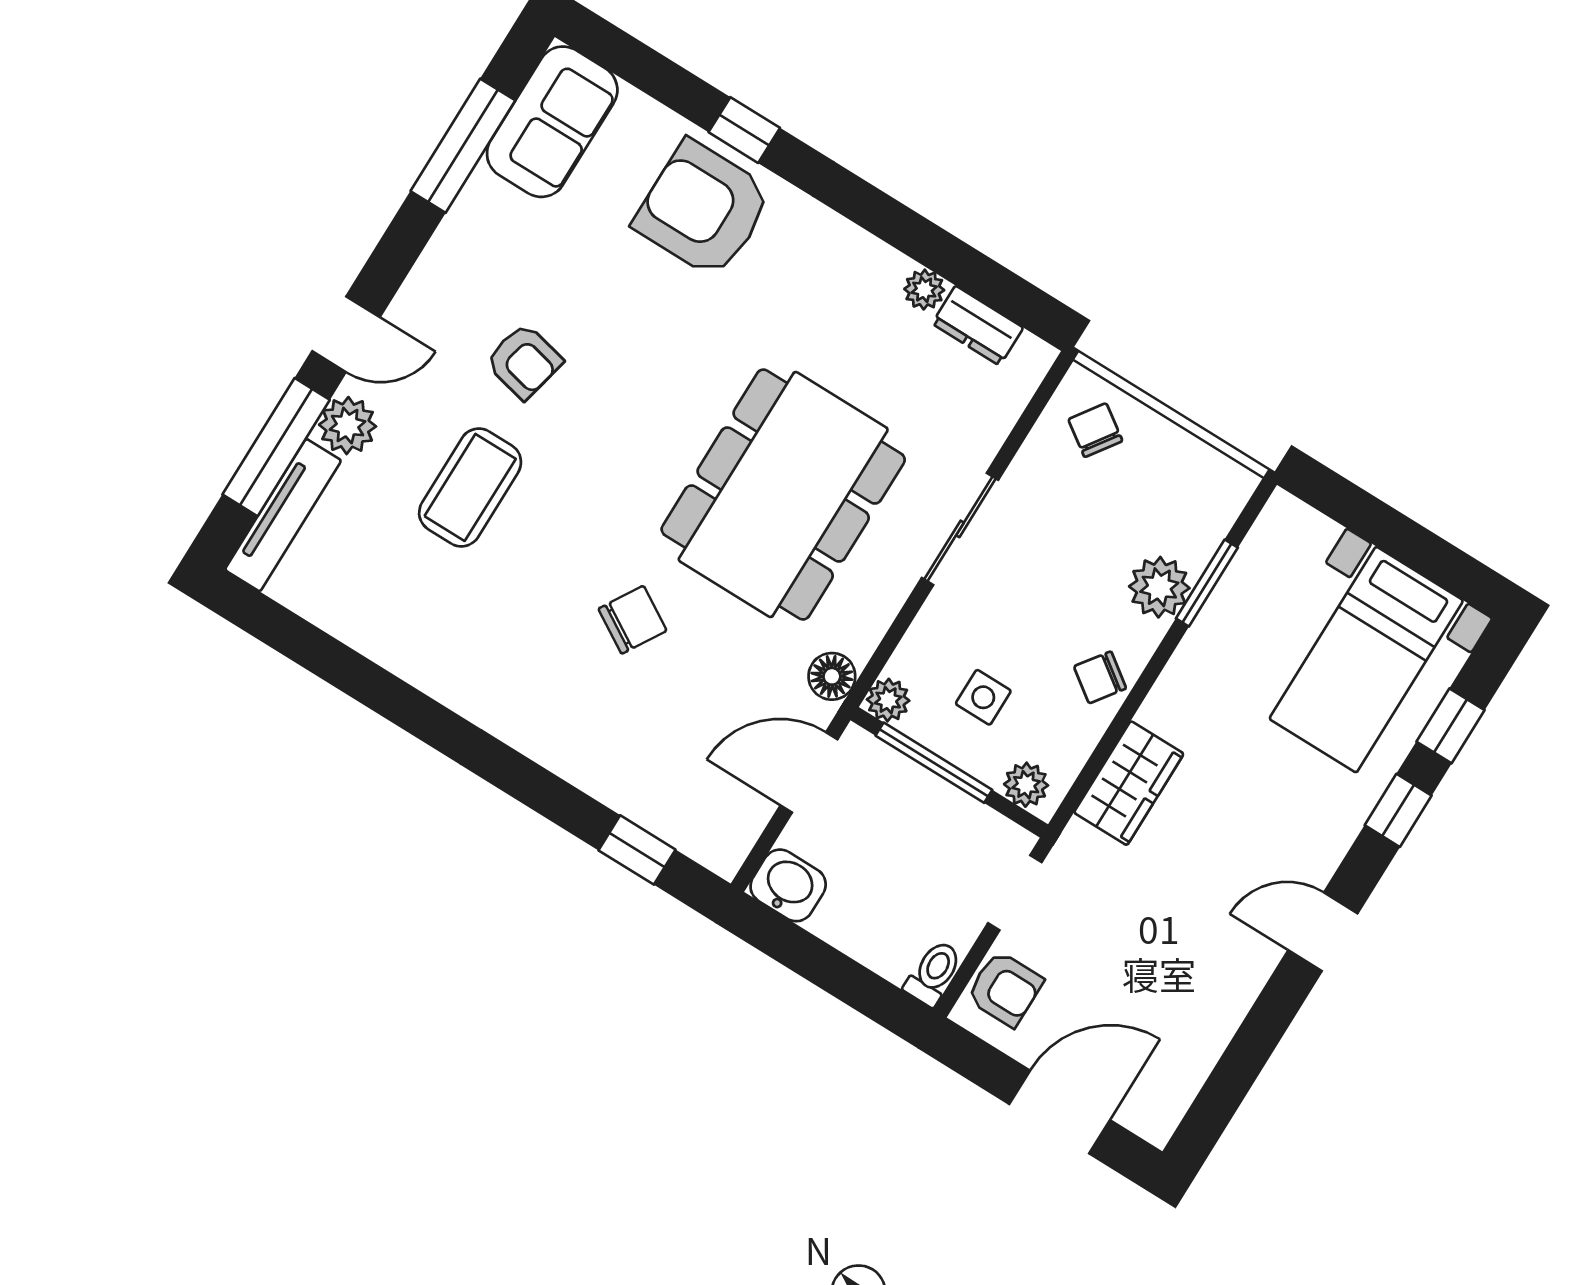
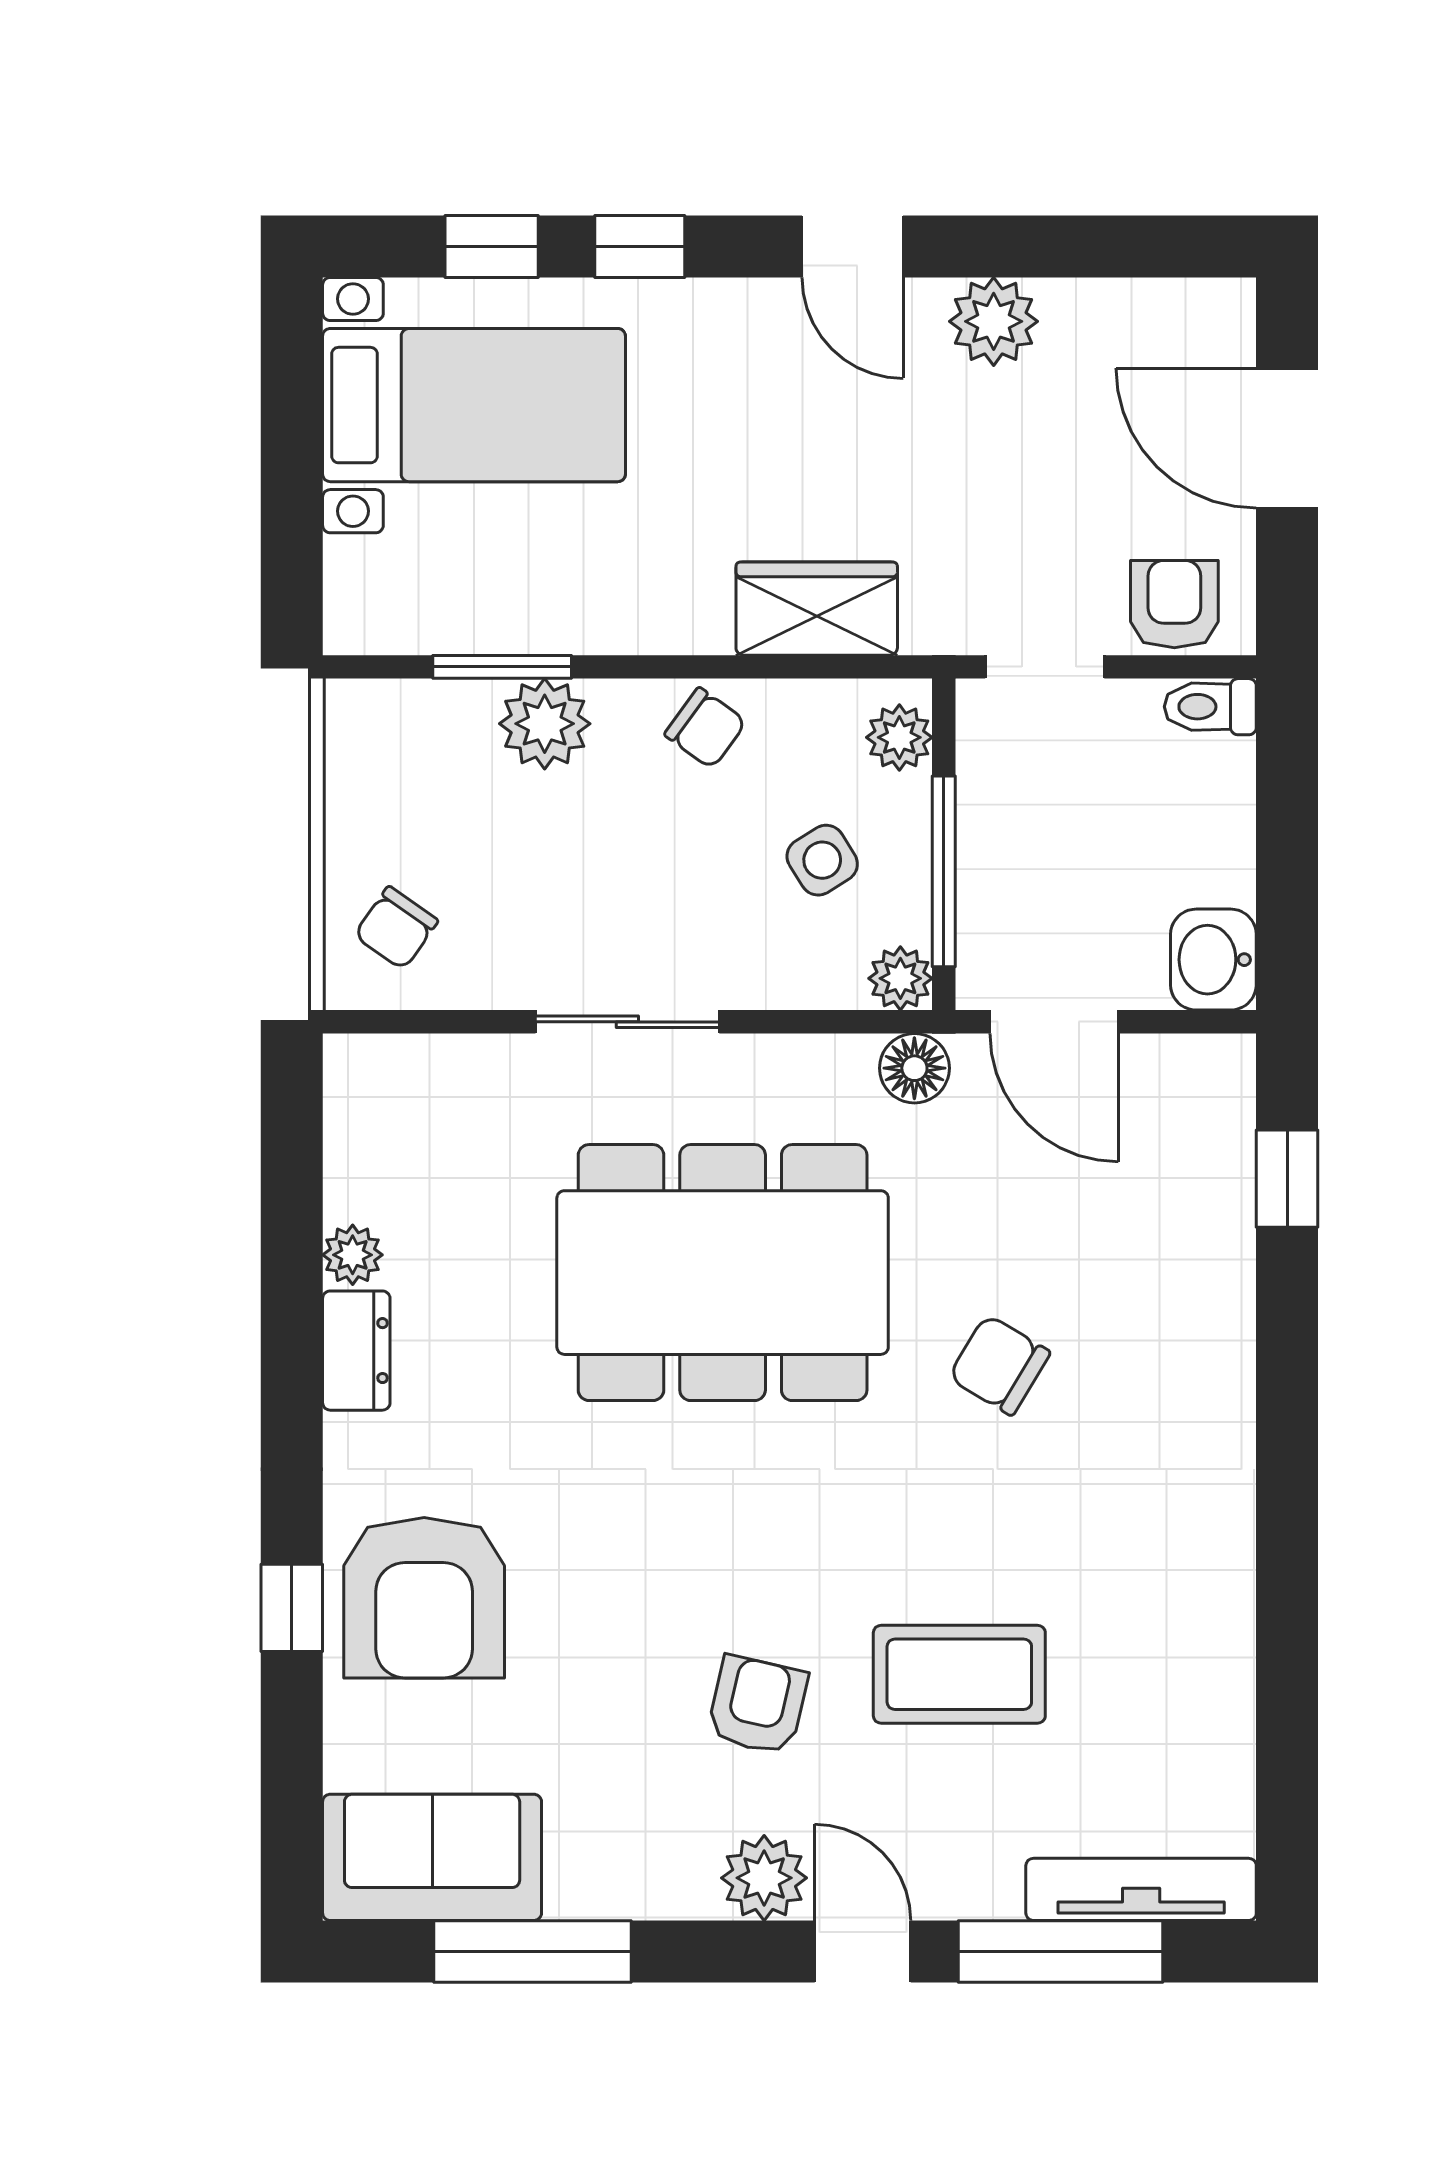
dresser: (978, 326) -> (356, 1351), moved
plant: (348, 426) -> (764, 1878), moved
side table: (983, 697) -> (822, 860), turned -32
plant: (1230, 986) -> (994, 321), added

